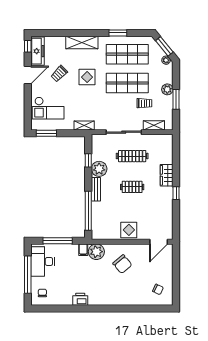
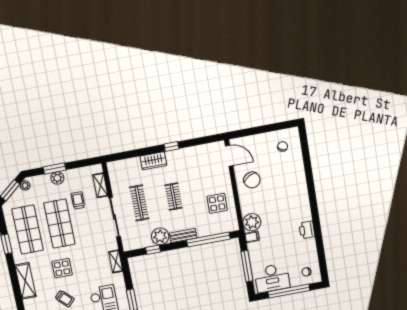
window: (176, 99) -> (54, 168), moved
display table: (129, 230) -> (217, 203), moved
chair: (122, 264) -> (252, 180), moved, turned 101

